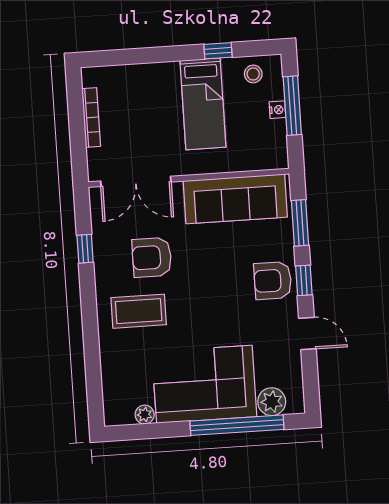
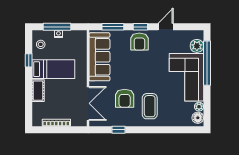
cot: (156, 75) -> (38, 91), added
floor lamp: (121, 414) -> (198, 118), added

